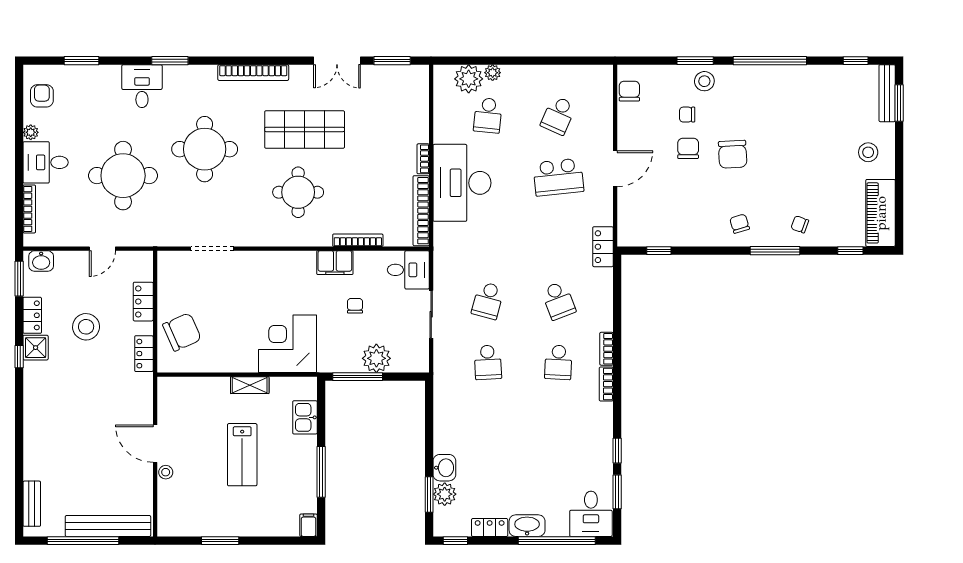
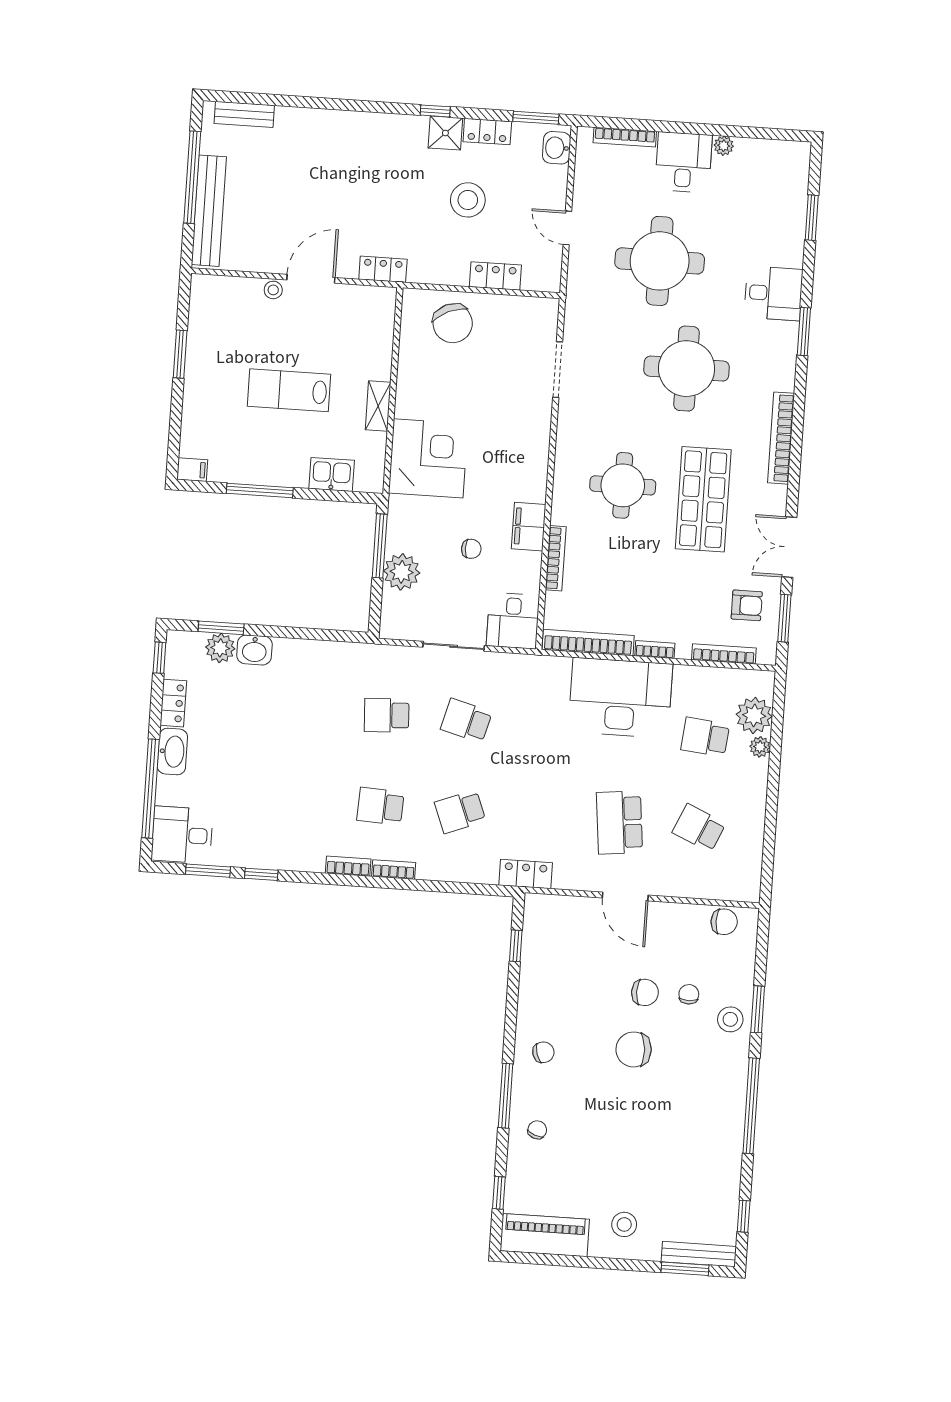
armchair: (42, 96) -> (747, 605), moved
bookcase: (423, 105) -> (724, 654), added
locker: (144, 354) -> (383, 269), moved

